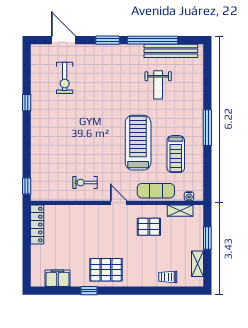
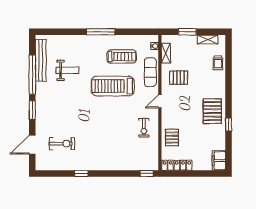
pallet: (72, 218) -> (172, 138), added
pallet: (149, 227) -> (179, 78), turned 90
filing cabinet: (57, 278) -> (219, 161), moved

